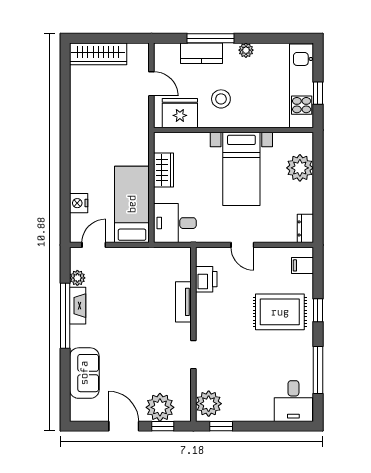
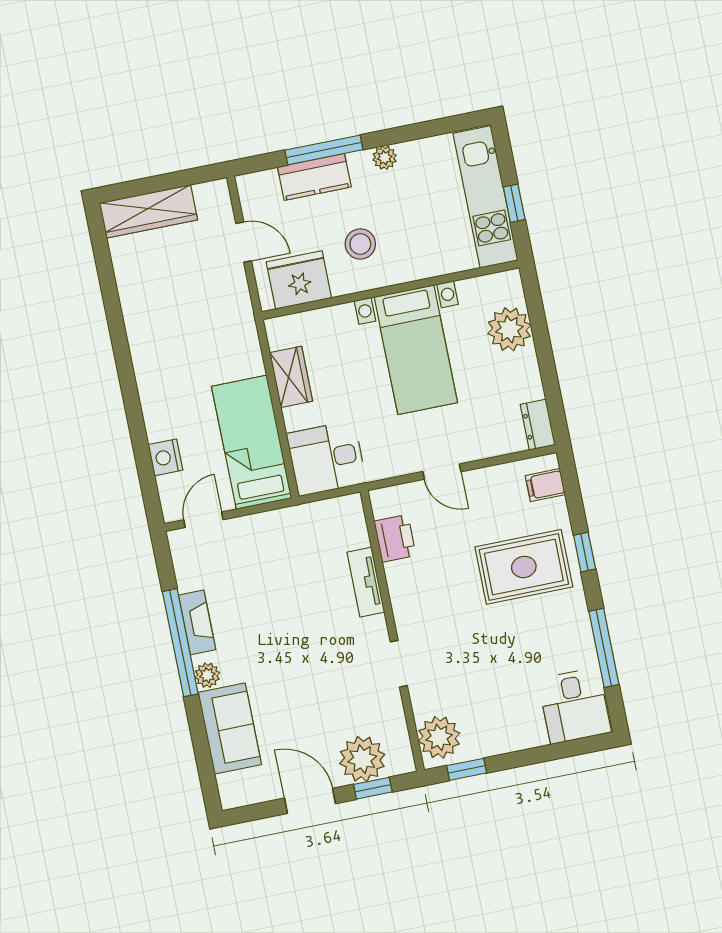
plant: (77, 278) -> (207, 675), moved

